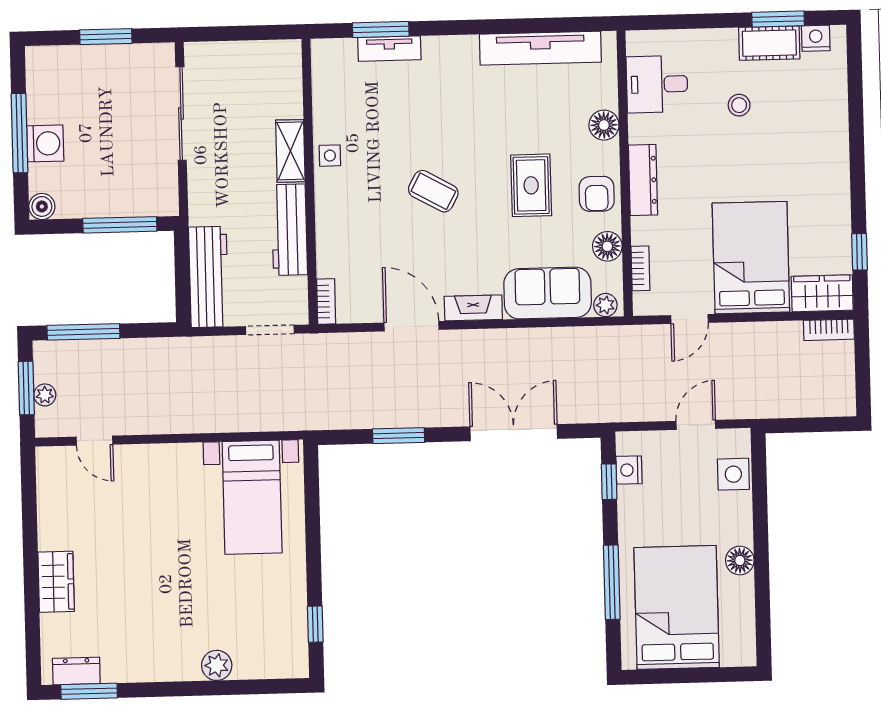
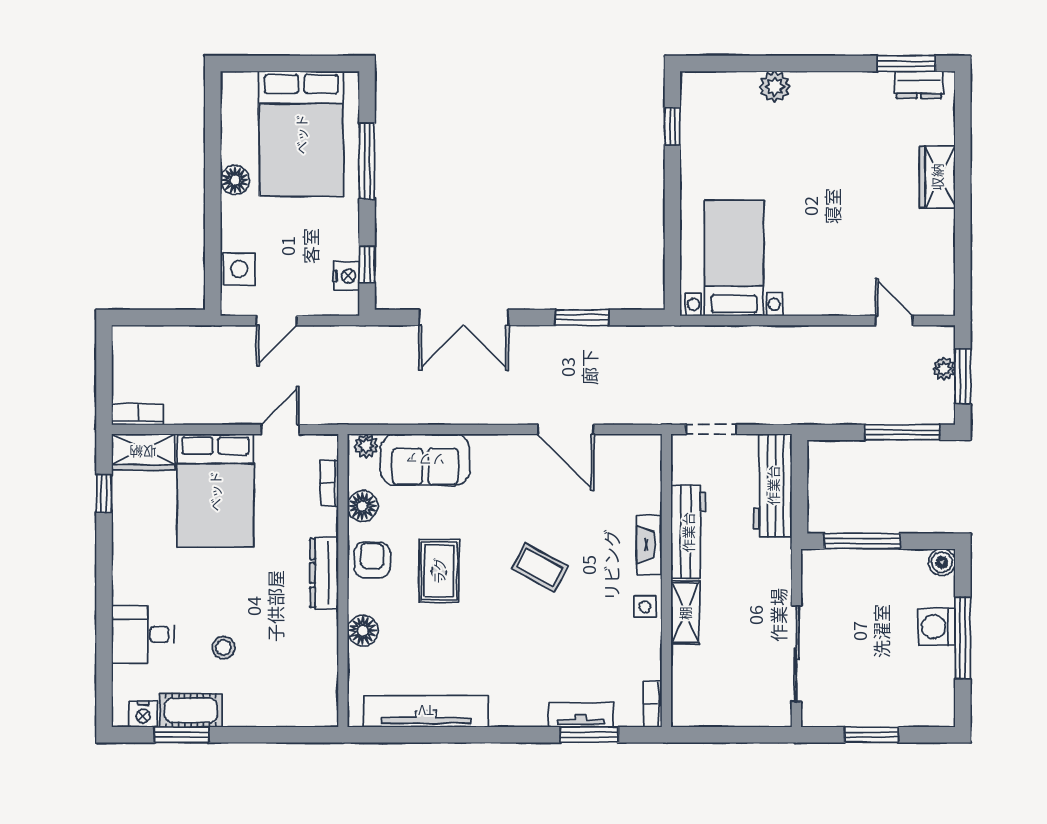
desk: (657, 84) -> (143, 634), moved, turned 180
bookcase: (326, 301) -> (653, 704), moved
fireplace: (473, 308) -> (649, 545), moved, turned 90

